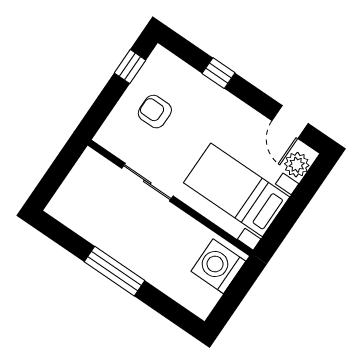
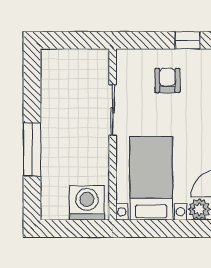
window: (115, 271) -> (32, 150), moved

